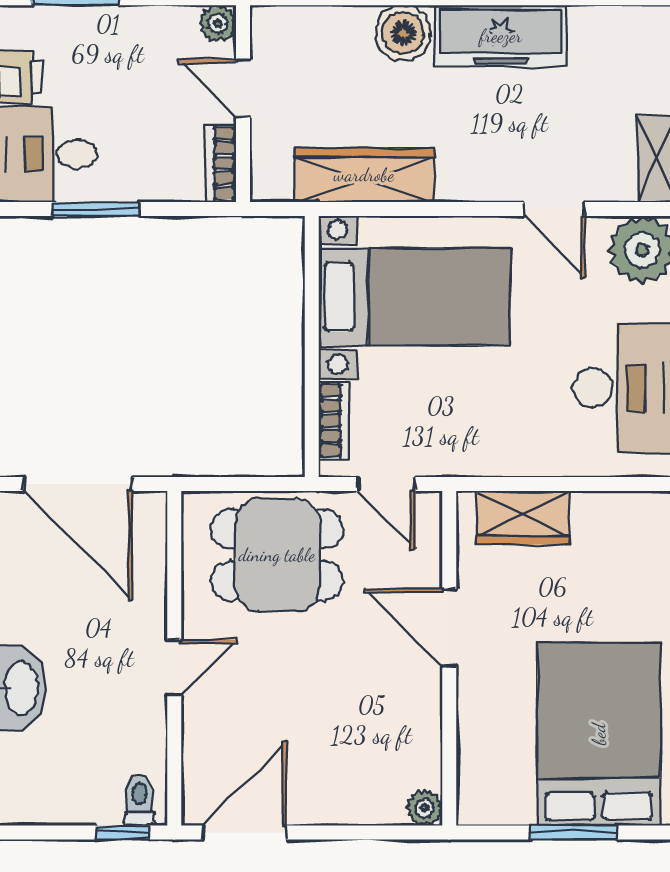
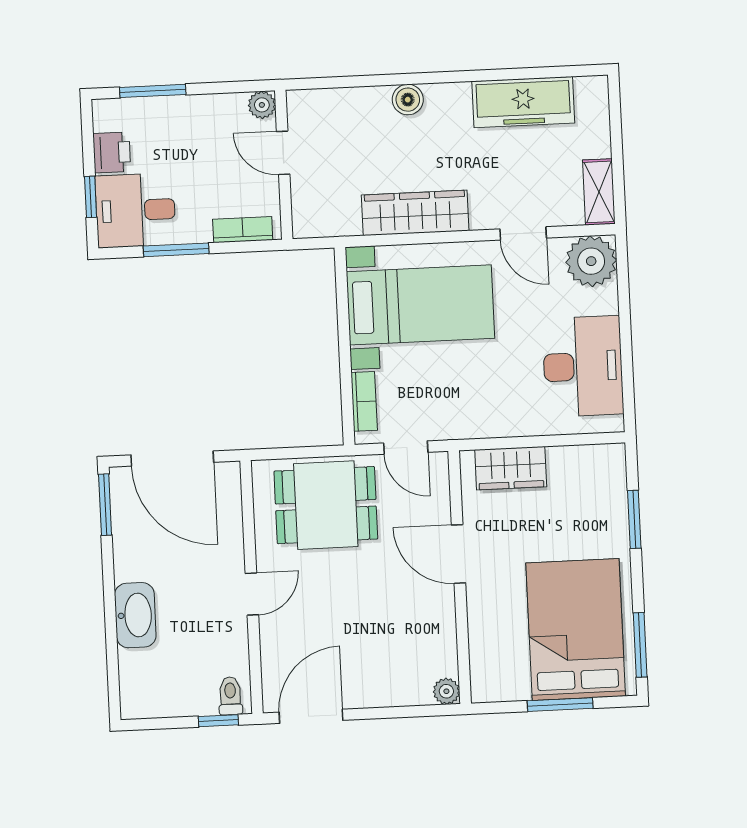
boiler: (403, 33) -> (408, 100), width x0.73, depth x0.73
freezer: (501, 36) -> (523, 102), moved
bookcase: (221, 163) -> (243, 230), moved, turned 90
wardrobe: (364, 175) -> (415, 213), moved

